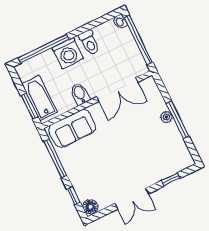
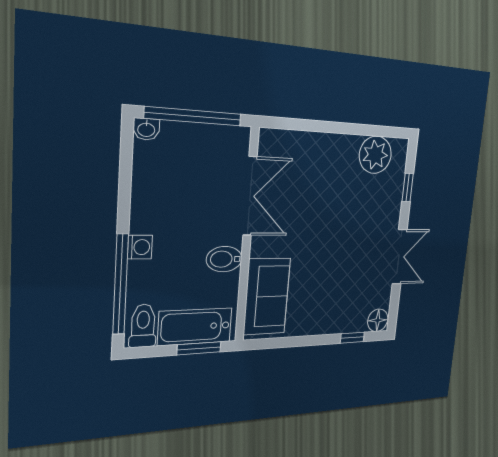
toilet: (89, 43) -> (143, 326), moved, turned -90
washing machine: (68, 53) -> (140, 247), width x0.53, depth x0.53
plant: (166, 117) -> (375, 155), moved, width x1.87, depth x1.87
window: (178, 120) -> (342, 128), removed
window: (55, 158) -> (292, 342), removed

